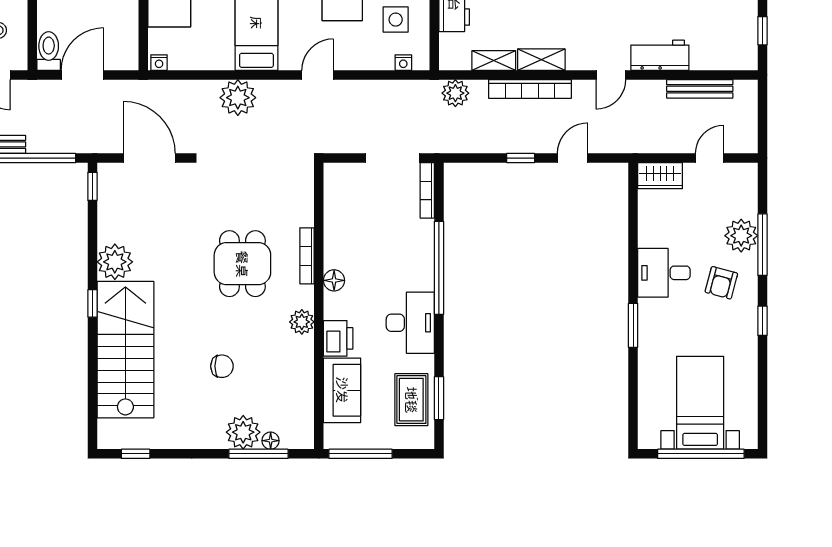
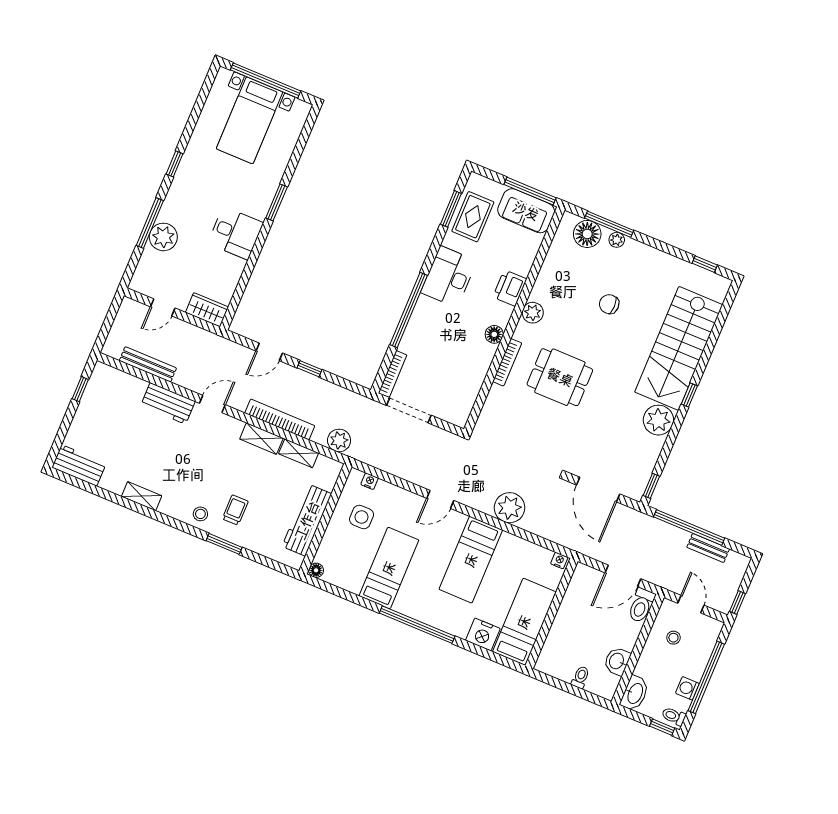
dining table: (242, 264) -> (560, 377), turned 90
armchair: (721, 283) -> (194, 207), removed
sofa: (342, 390) -> (526, 211), moved, turned -90
plant: (243, 432) -> (617, 240), width x0.53, depth x0.53
floor lamp: (271, 441) -> (587, 234), width x1.89, depth x1.89

